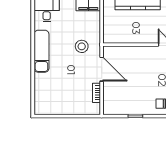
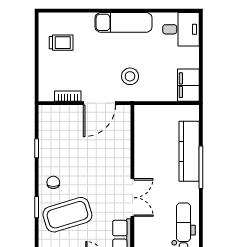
trolley: (57, 98) -> (61, 43), added

